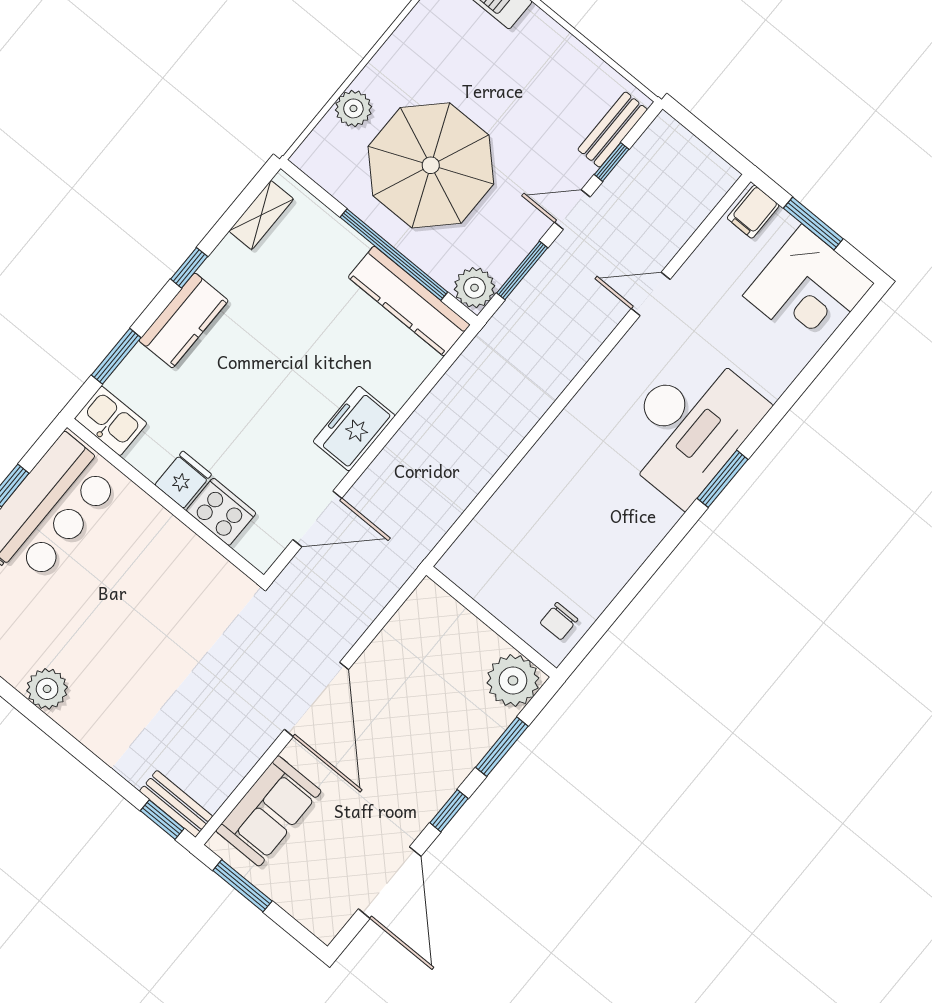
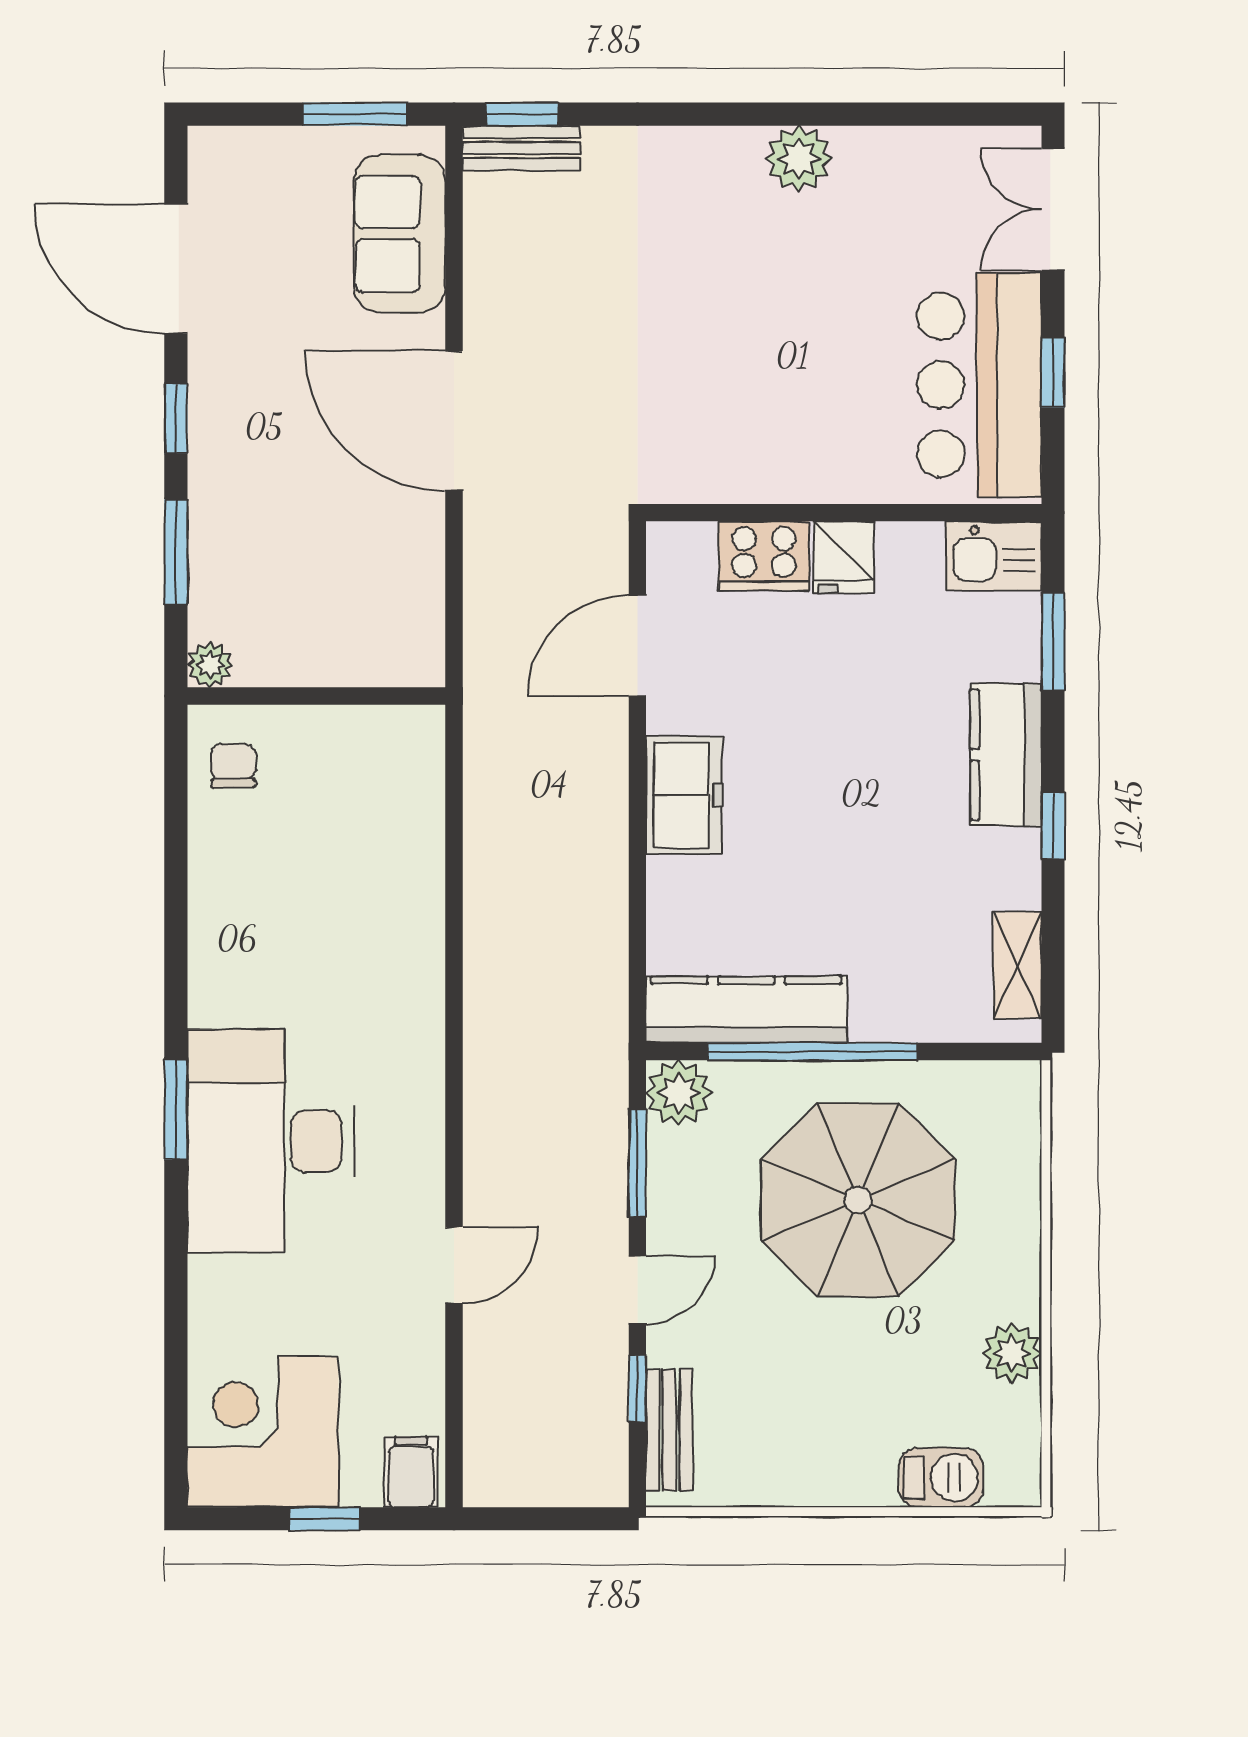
plant: (353, 108) -> (1012, 1353), moved
window: (813, 223) -> (324, 1519), width x0.67
plant: (513, 681) -> (210, 665), width x0.53, depth x0.53

